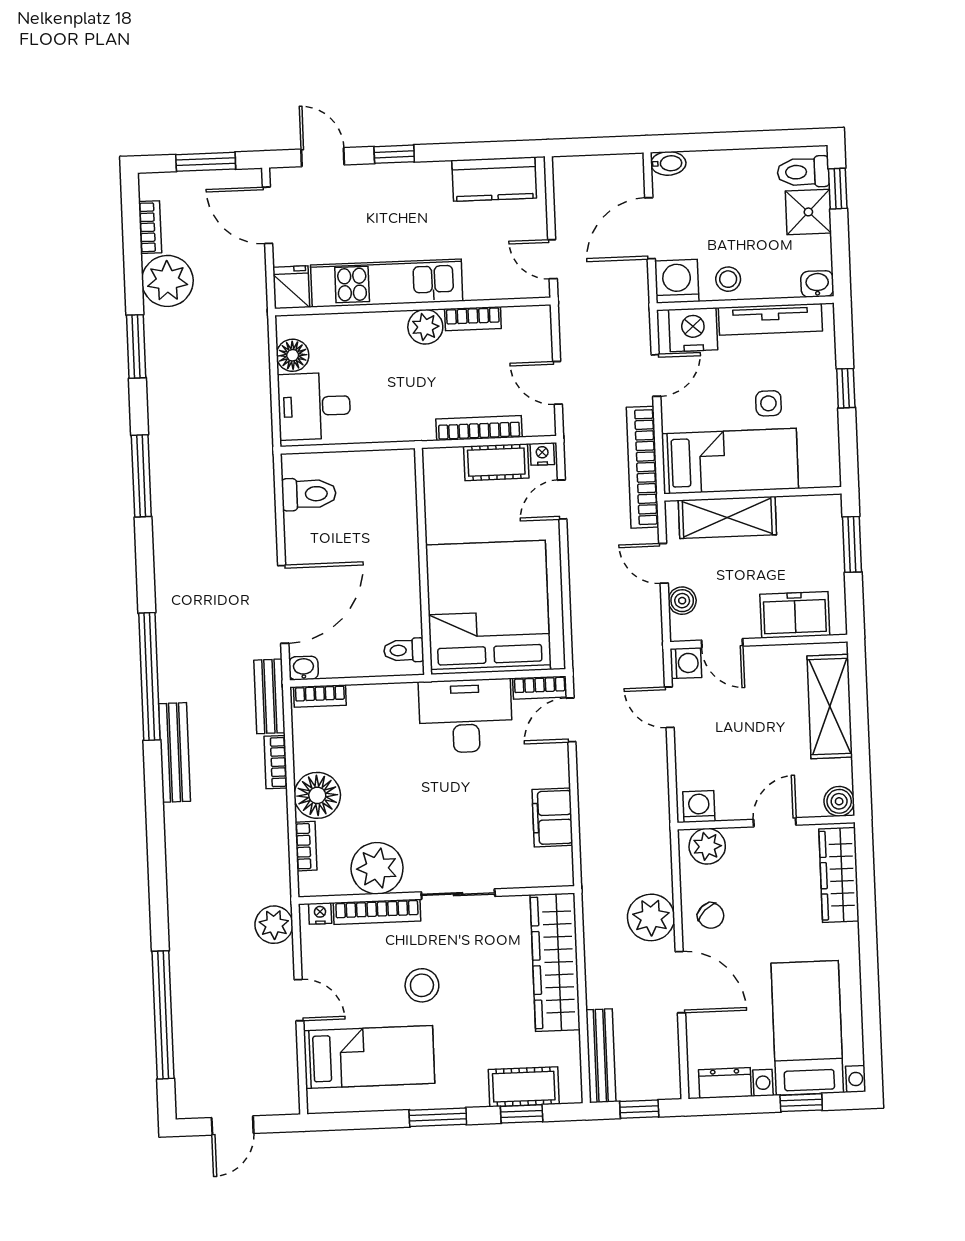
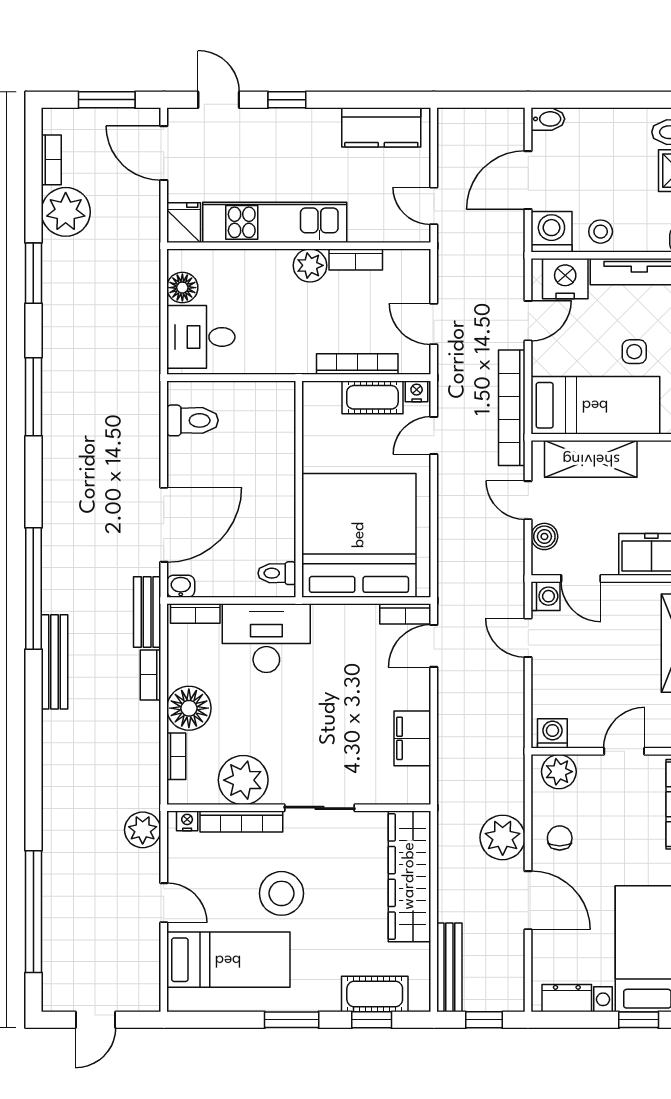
desk: (466, 716) -> (266, 638), moved
chair: (711, 916) -> (560, 838), turned -137
stool: (422, 985) -> (281, 893), width x1.38, depth x1.38

